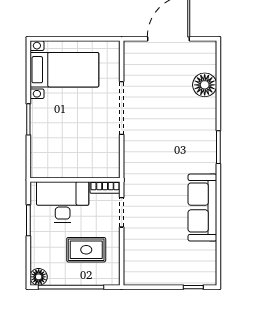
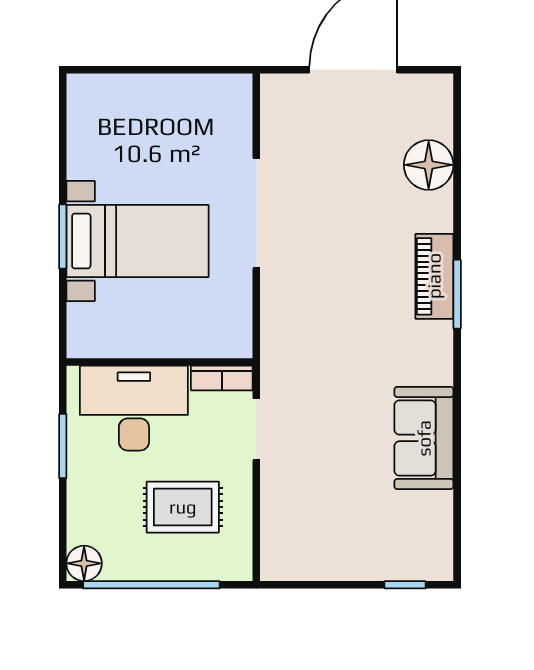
bed with nightstands: (64, 70) -> (137, 241), moved
piano: (207, 138) -> (434, 276), added
sofa: (202, 208) -> (424, 438), width x0.73

